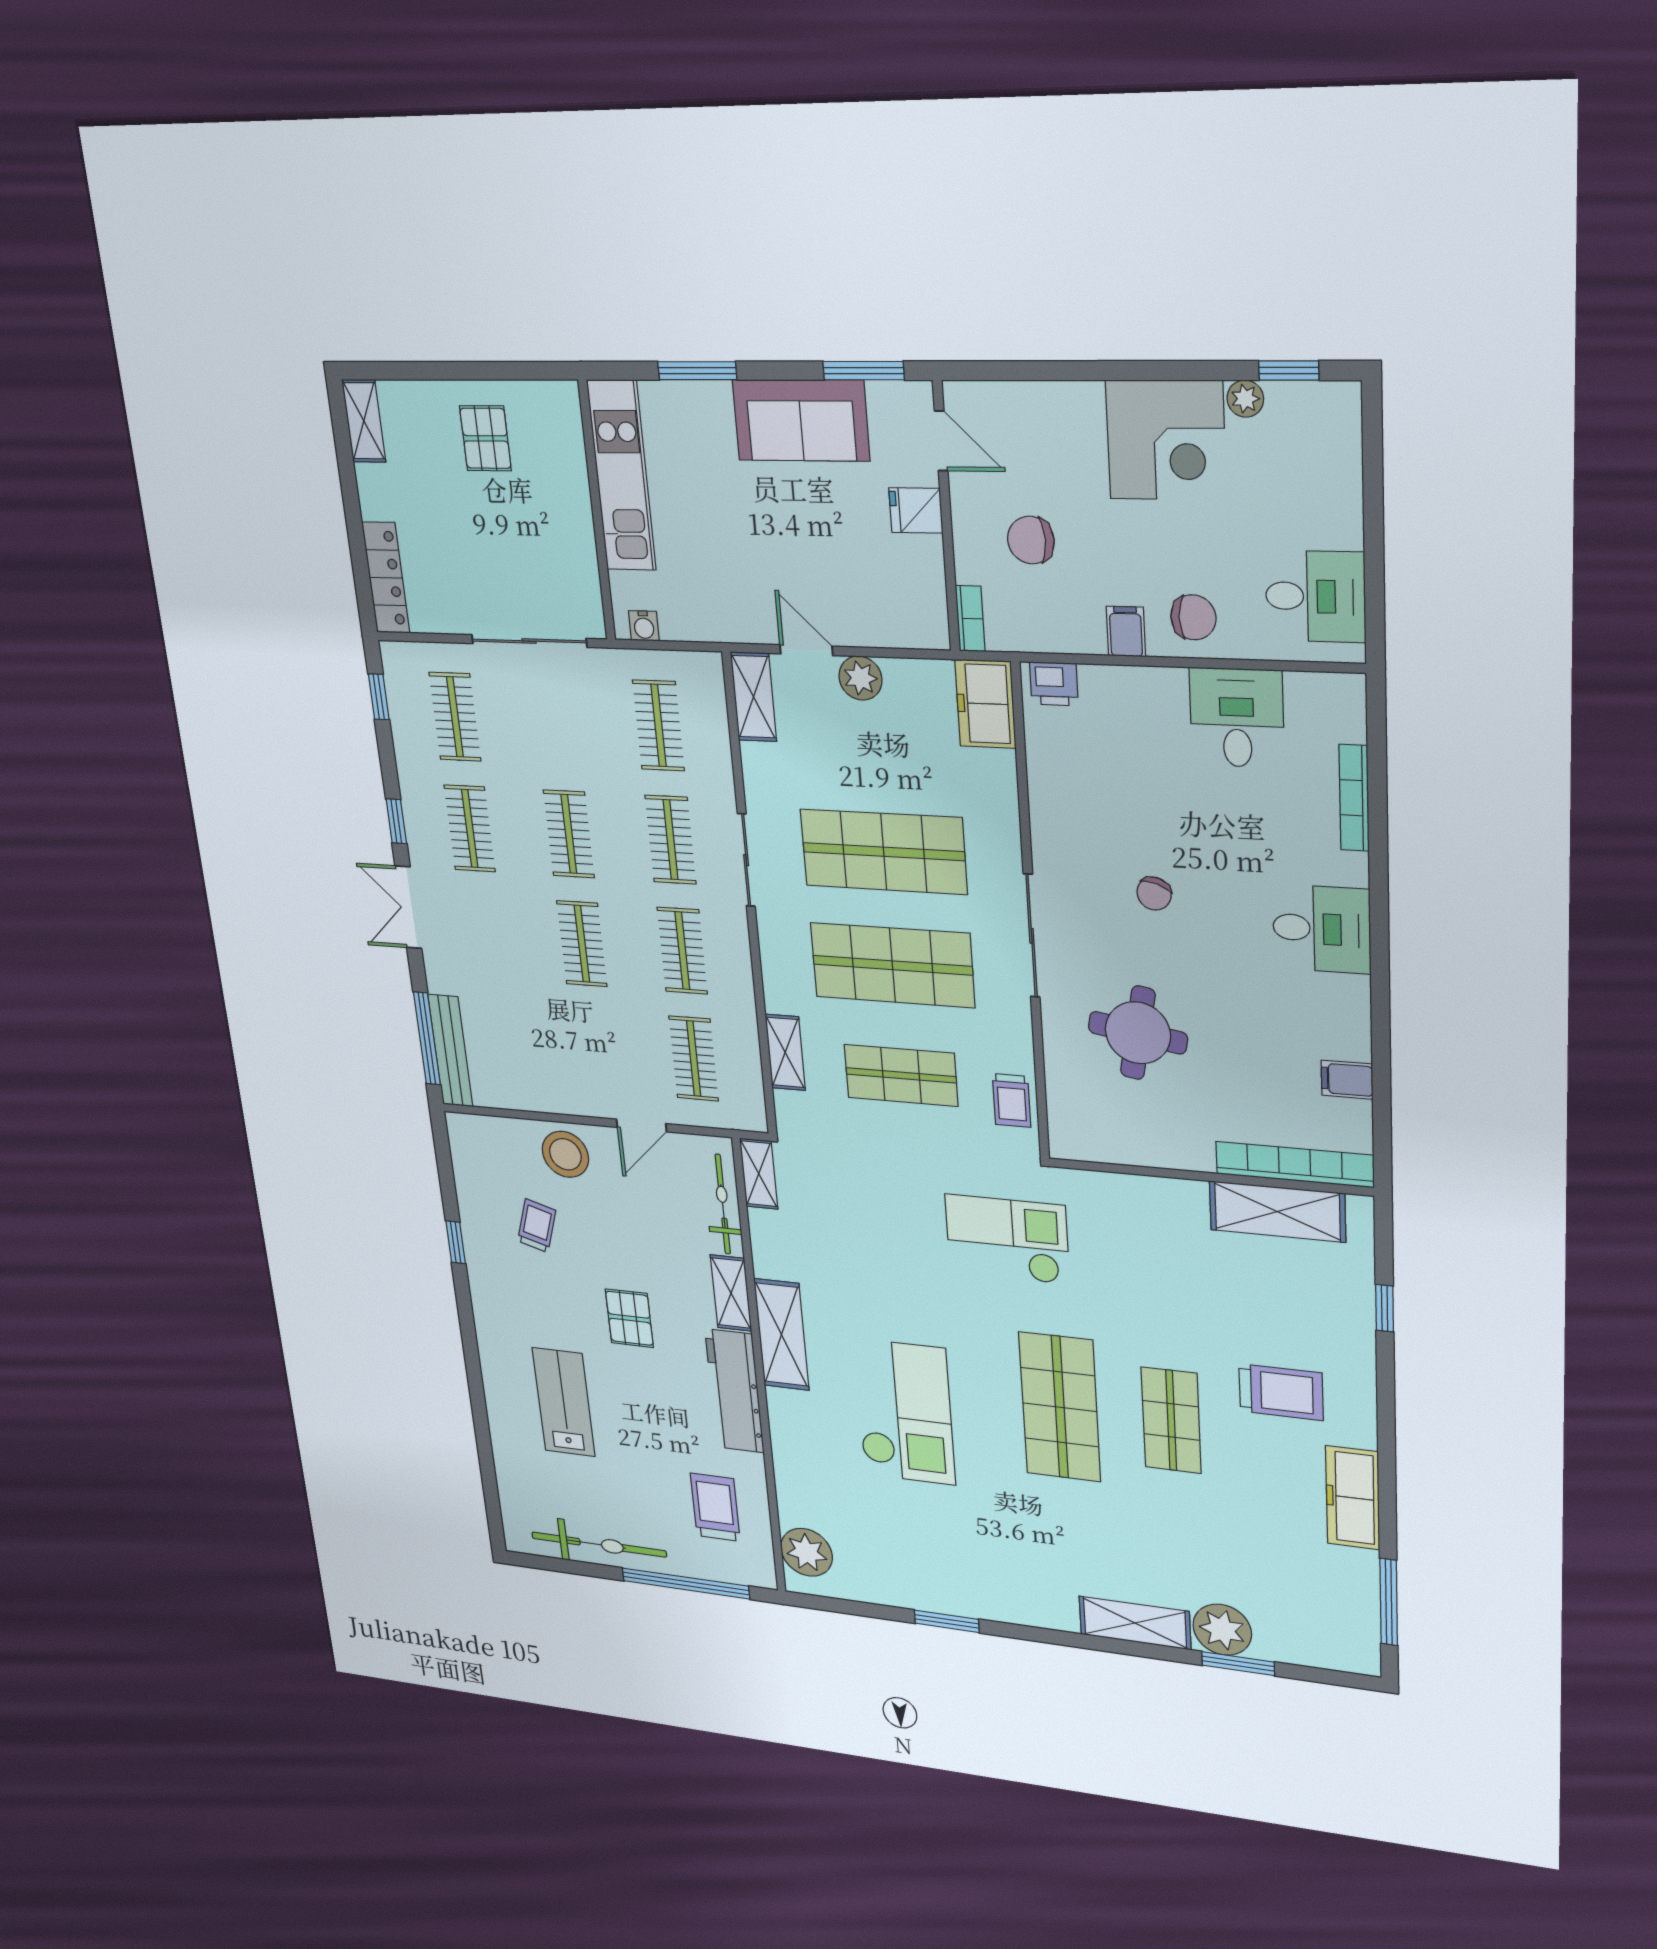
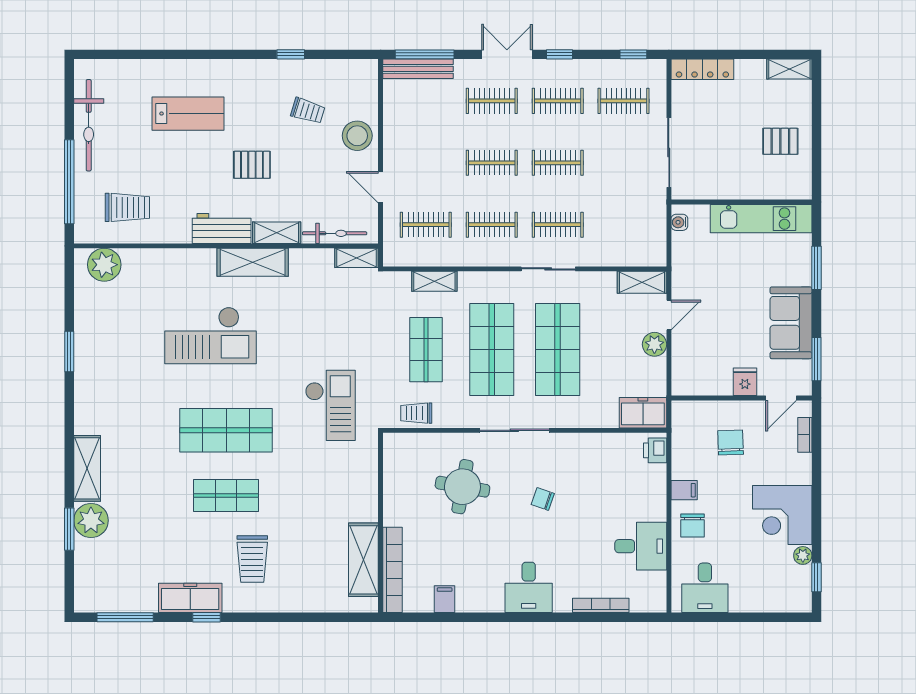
bookcase: (970, 619) -> (805, 435), moved, turned 90
clothes rail: (658, 725) -> (492, 101), moved
window: (1385, 1308) -> (207, 617), moved
workbench: (735, 1391) -> (222, 228), width x0.73

